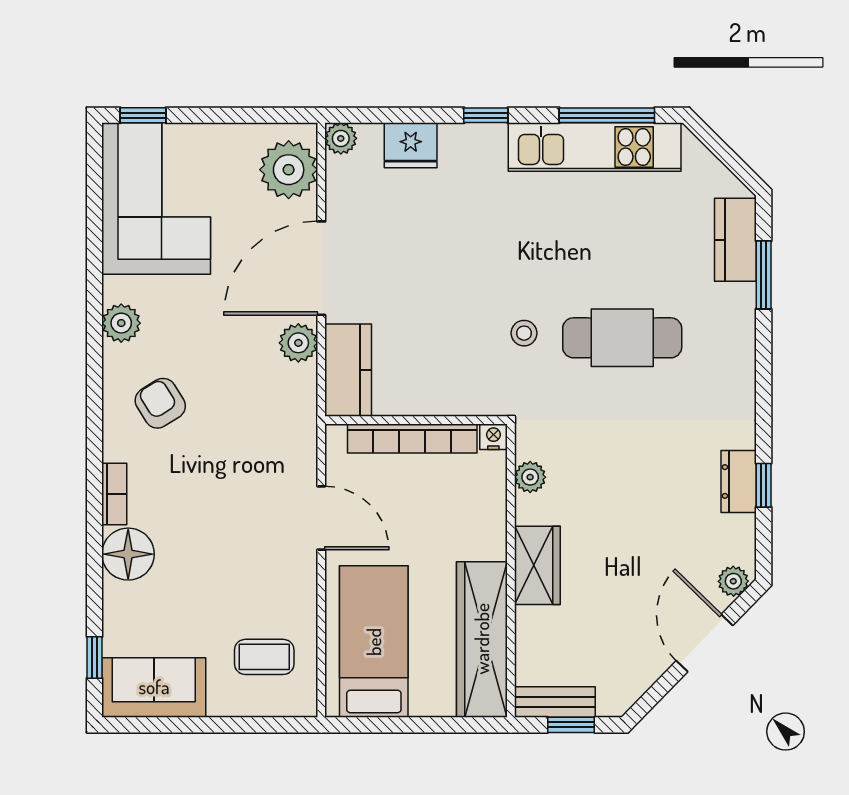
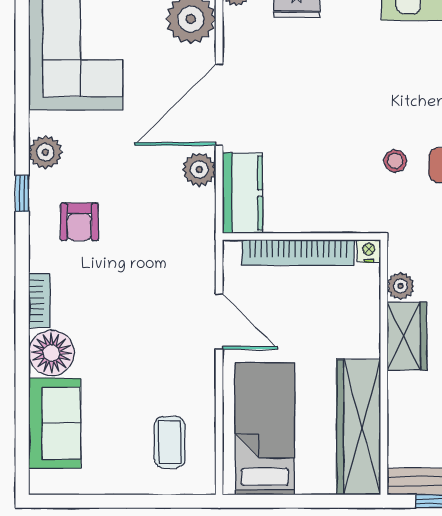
armchair: (160, 403) -> (79, 222), turned -148
wardrobe: (537, 565) -> (407, 336), moved
window: (95, 657) -> (22, 193), moved
coffee table: (264, 657) -> (170, 442), turned 90
sofa: (154, 687) -> (55, 423), moved, turned 90

